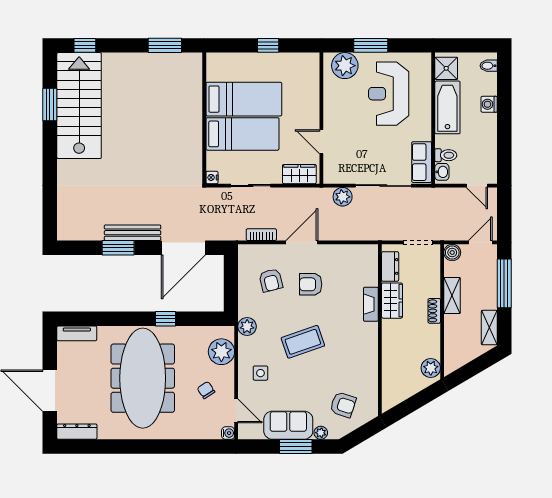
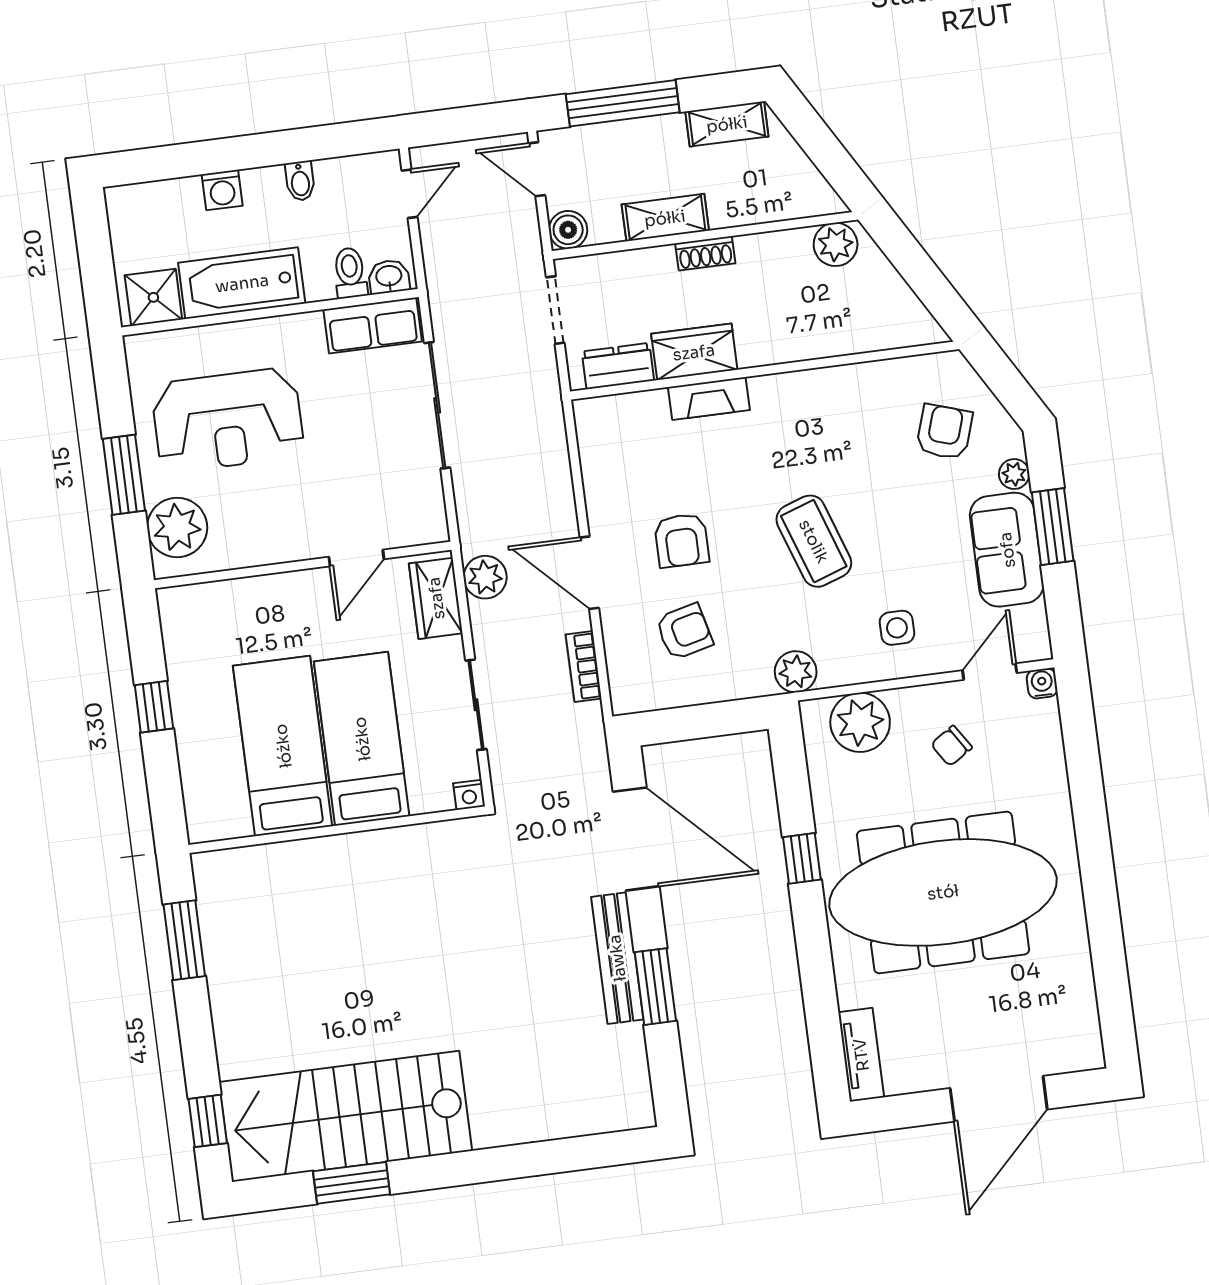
bidet: (489, 66) -> (300, 181), moved
plant: (343, 197) -> (485, 577), moved
dresser: (77, 432) -> (1083, 1026), removed

